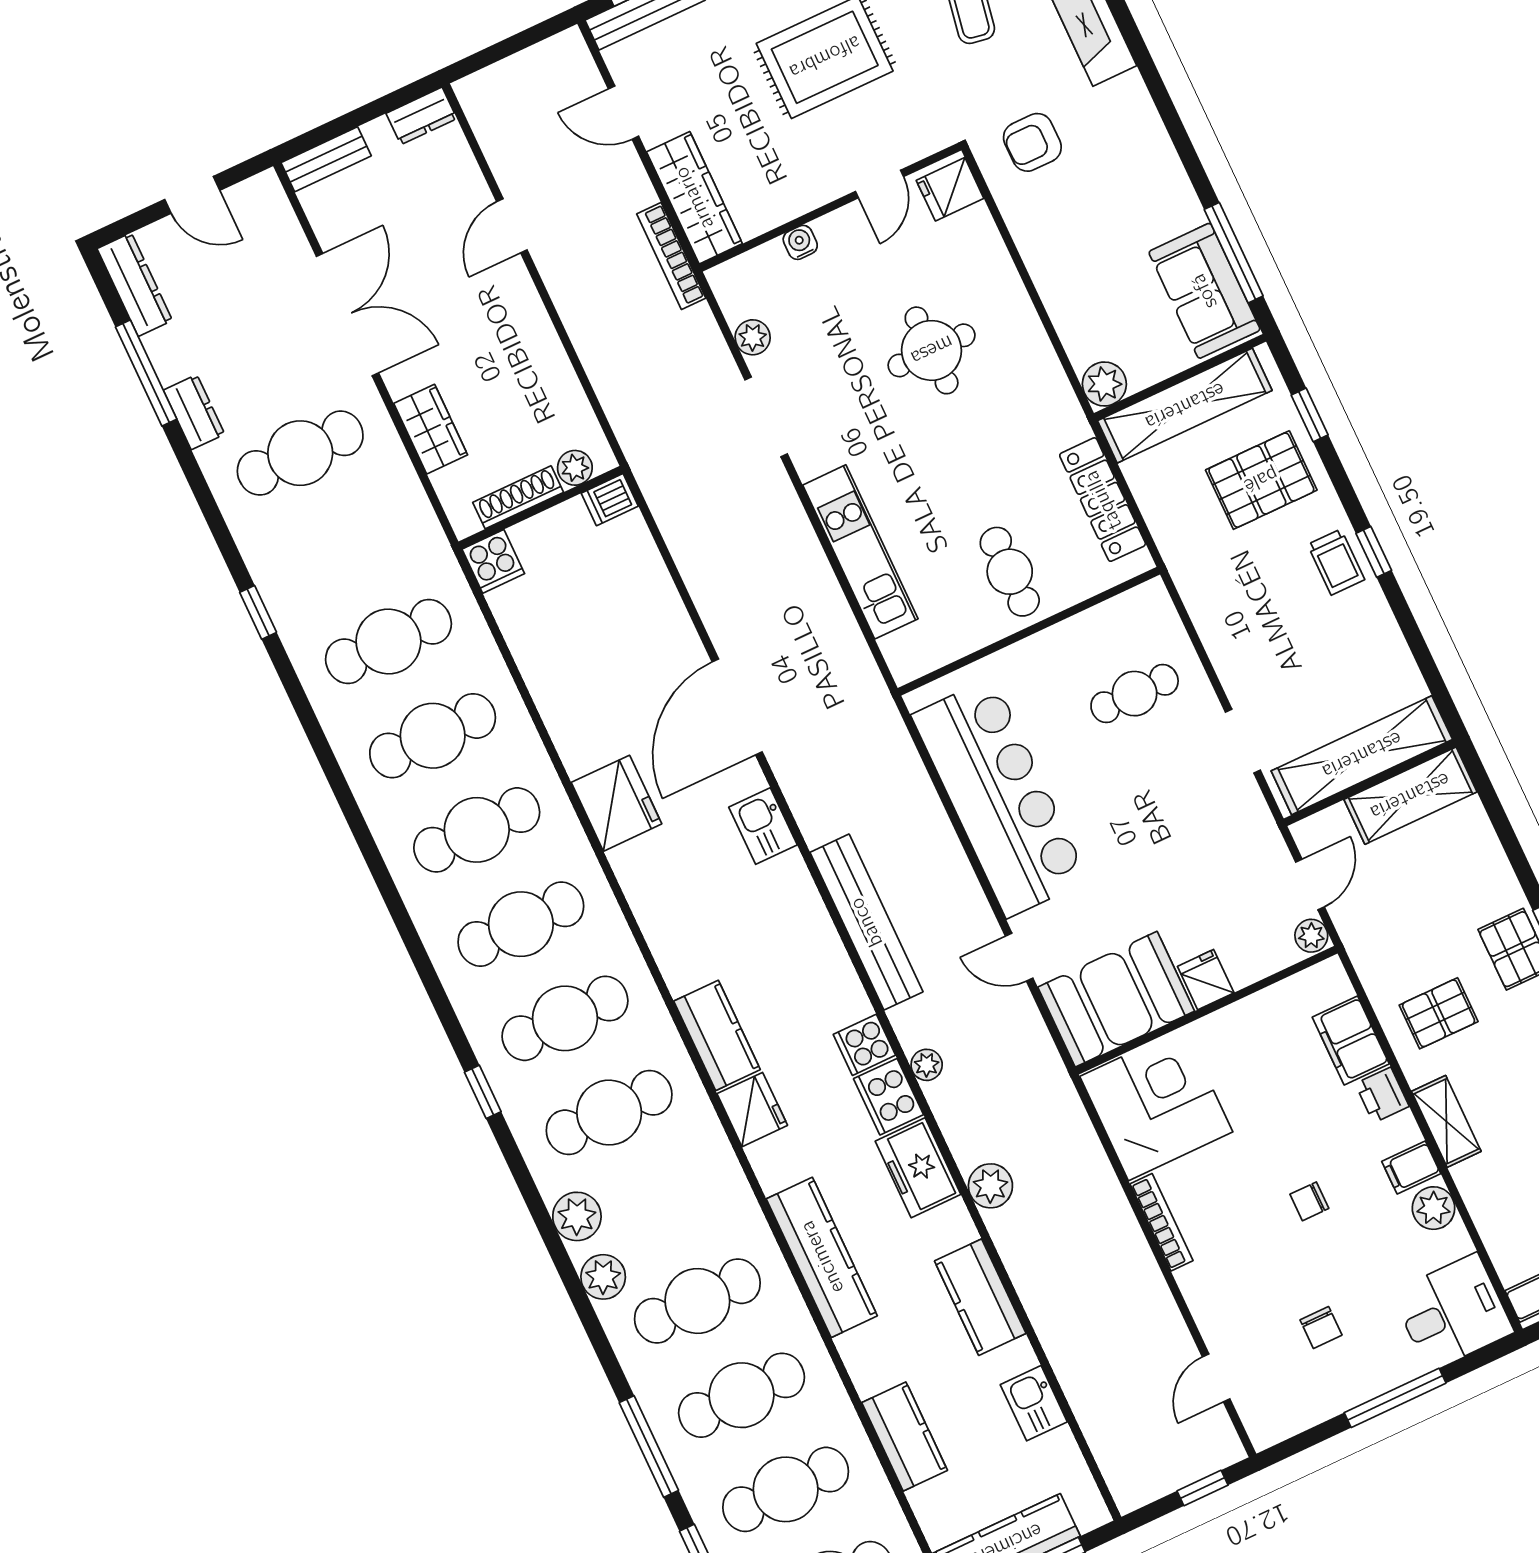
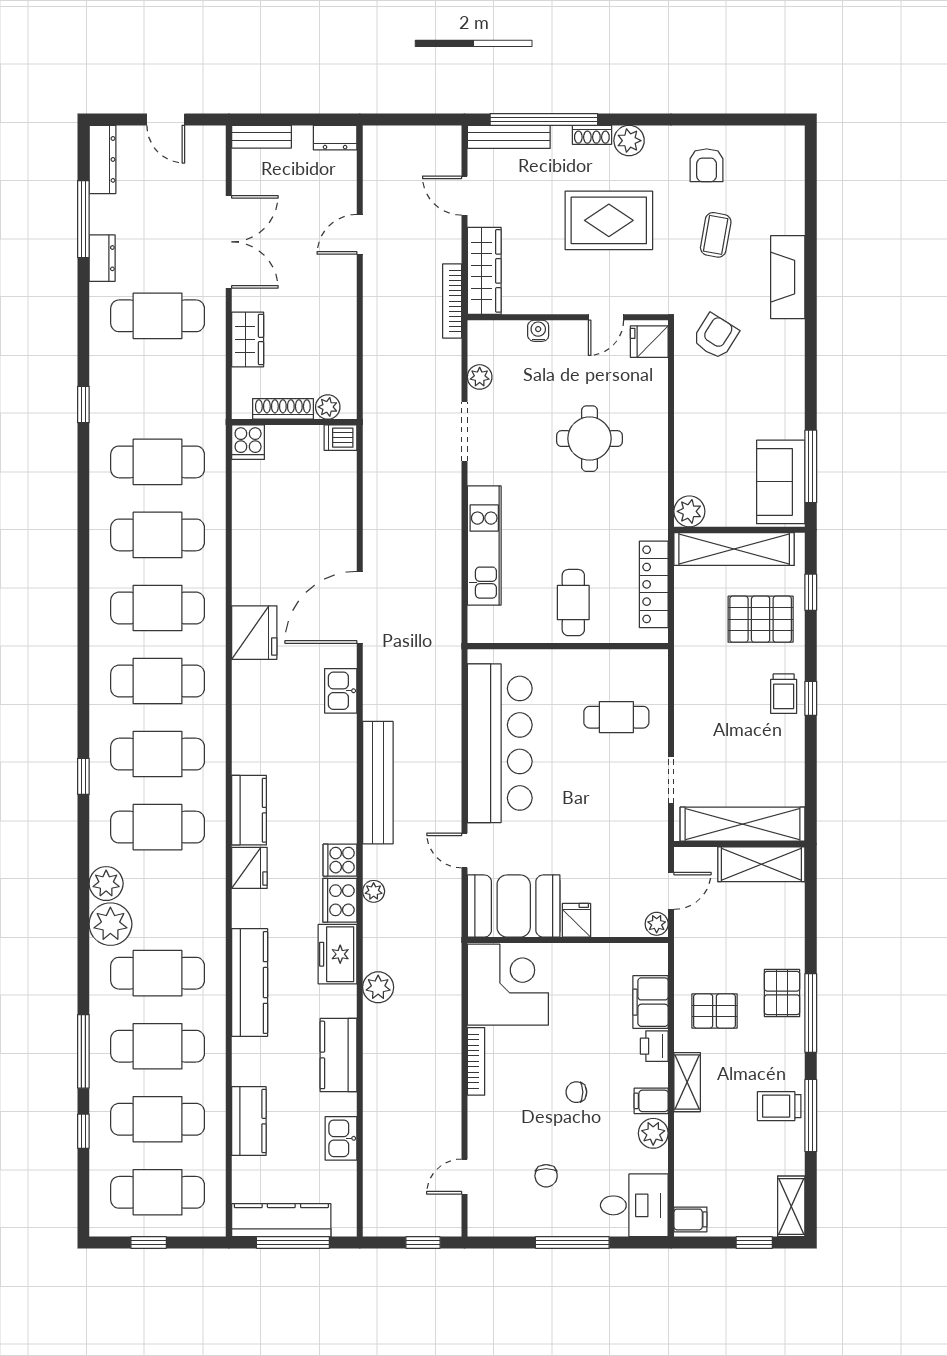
armchair: (1032, 142) -> (716, 336), turned 122
plant: (603, 1277) -> (110, 924), width x1.36, depth x1.36

